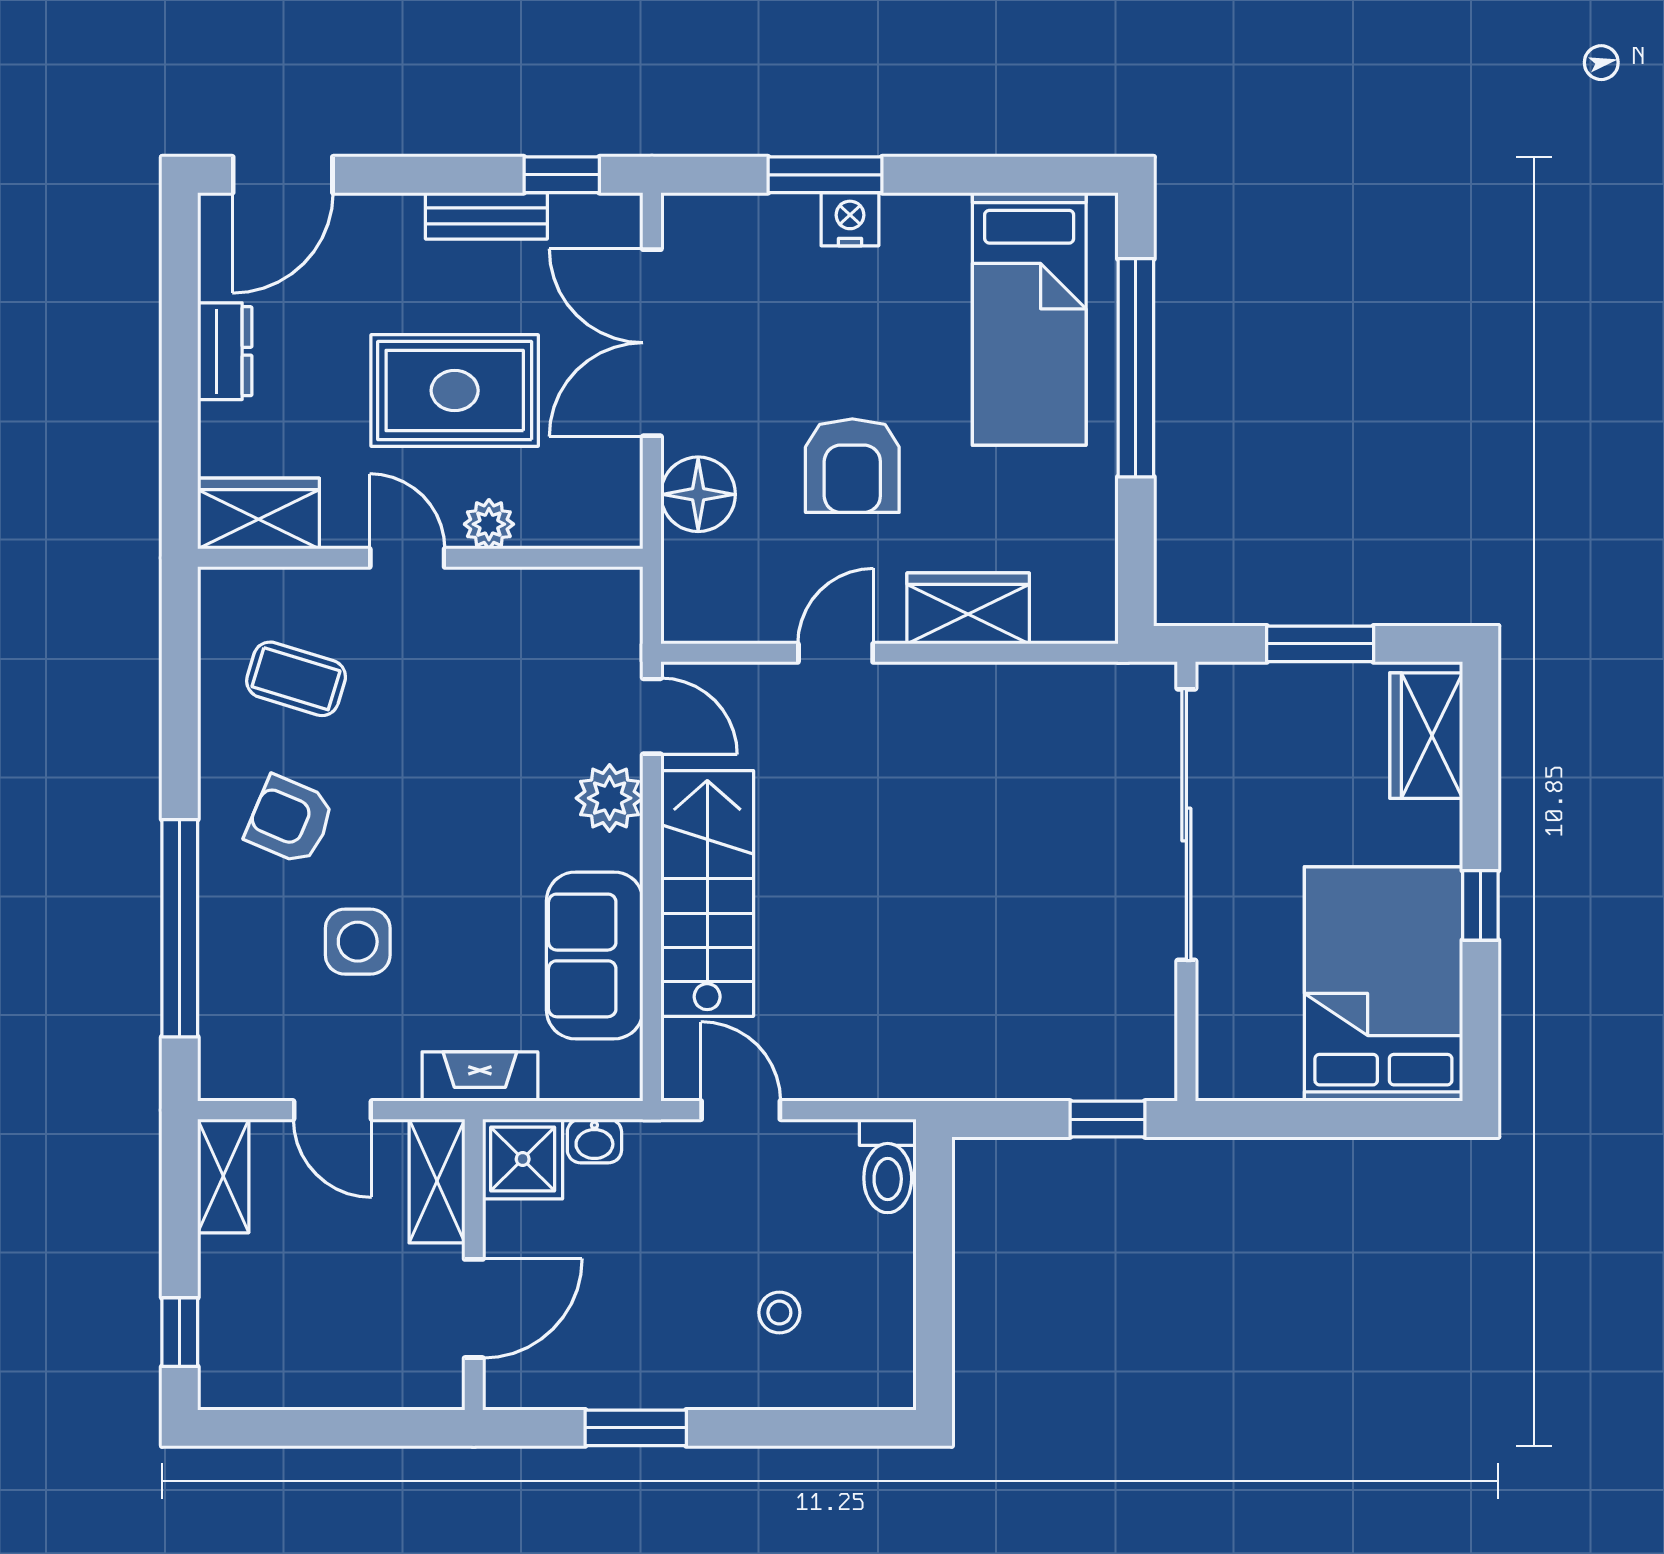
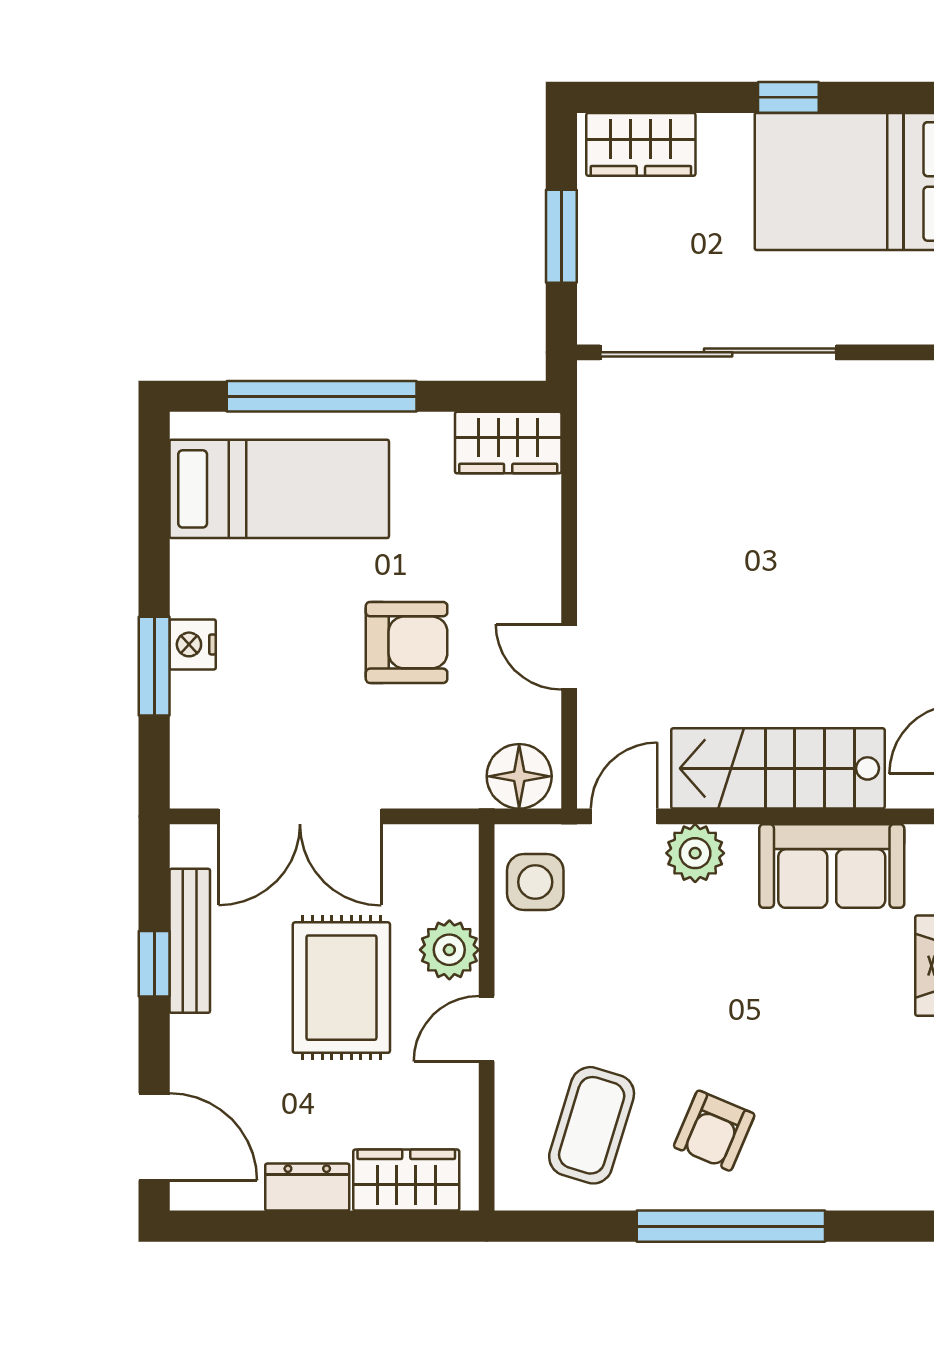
window: (562, 175) -> (154, 964), moved
bench: (486, 216) -> (190, 941), width x1.36
floor lamp: (698, 494) -> (519, 776), moved
wardrobe: (258, 514) -> (406, 1180), moved, turned 90
plant: (489, 524) -> (449, 950), width x1.38, depth x1.38
wardrobe: (968, 608) -> (508, 443), moved, turned -90
coffee table: (296, 679) -> (592, 1125), width x1.36, depth x1.30
window: (180, 928) -> (731, 1226), moved
side table: (358, 942) -> (535, 882), moved

